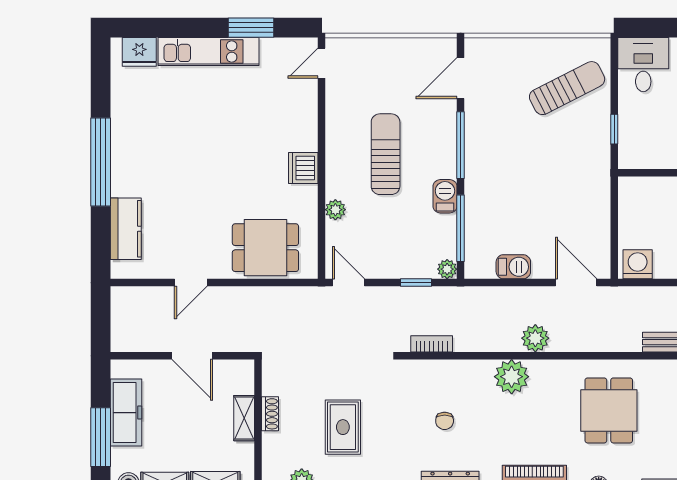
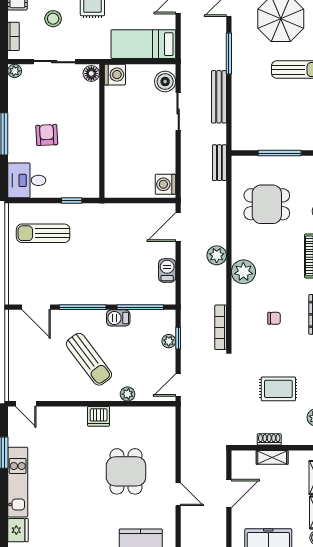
sun lounger: (567, 88) -> (43, 233), turned -63
sun lounger: (386, 154) -> (89, 359), turned -127
dining table: (265, 248) -> (126, 471), moved
plant: (447, 269) -> (169, 341), moved
bookcase: (432, 344) -> (221, 327), width x1.56

